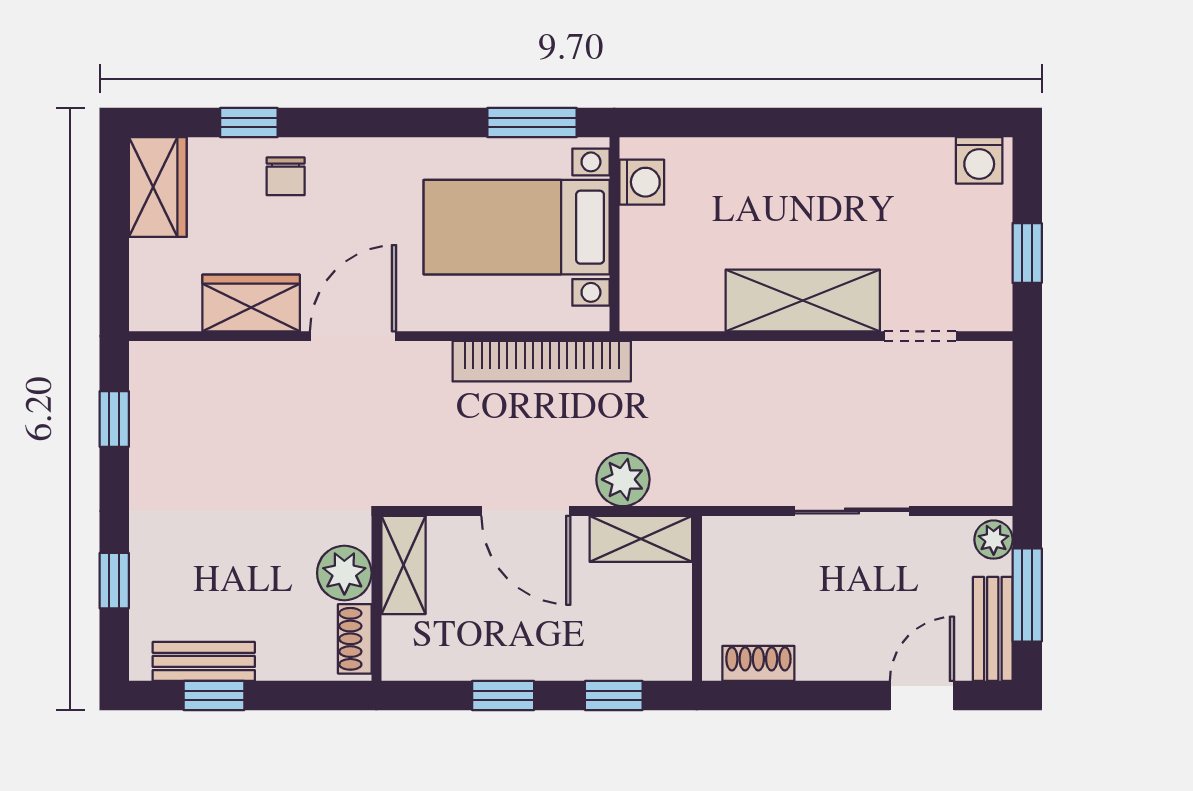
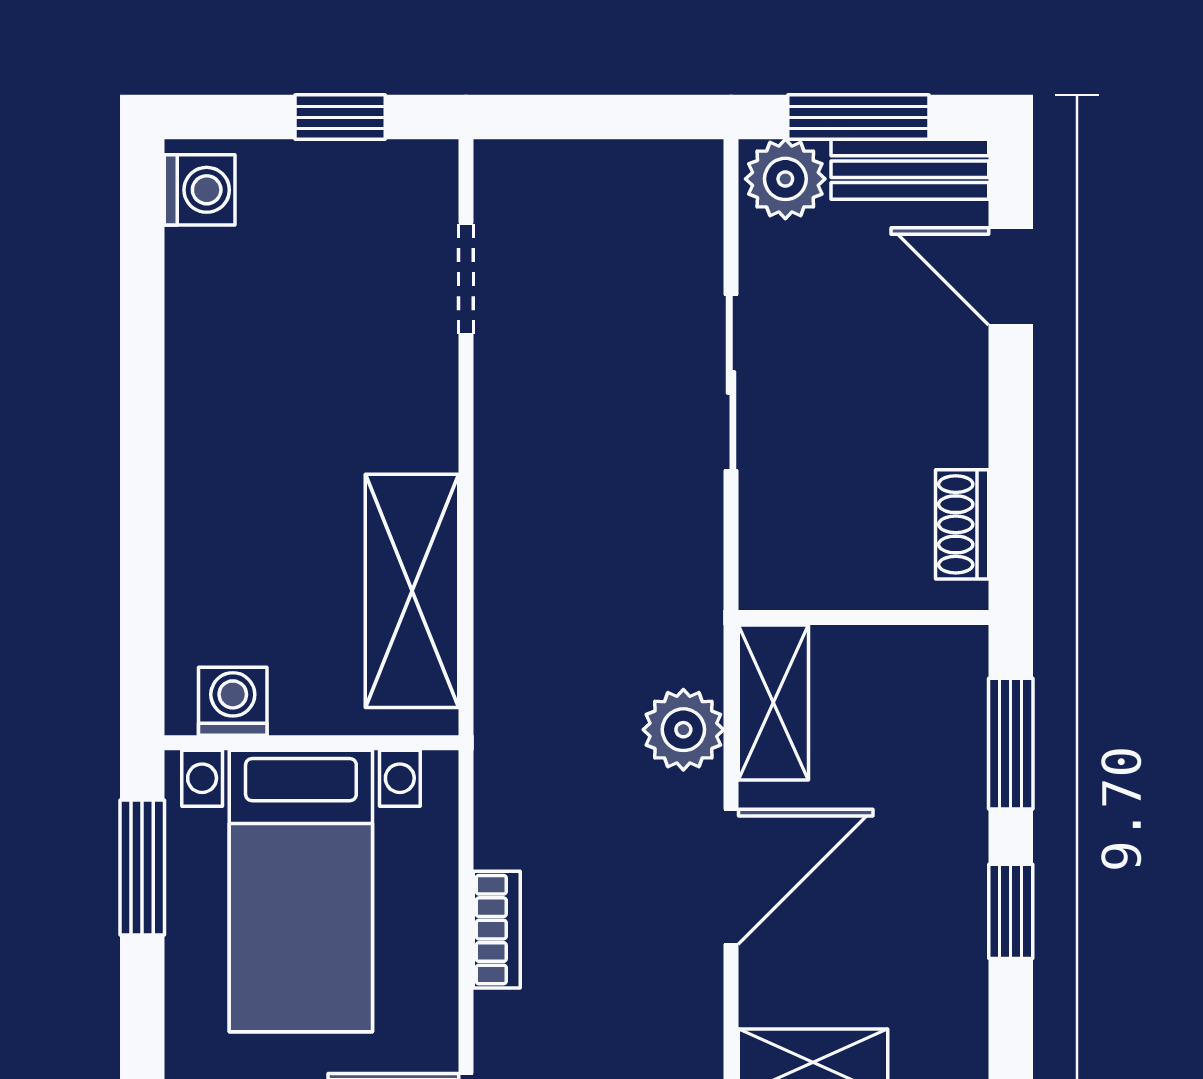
shelving: (803, 300) -> (412, 591), moved
bookcase: (542, 361) -> (497, 930), width x0.43, depth x0.76
plant: (994, 540) -> (785, 179), width x1.38, depth x1.38
window: (614, 695) -> (1011, 744), width x1.50

